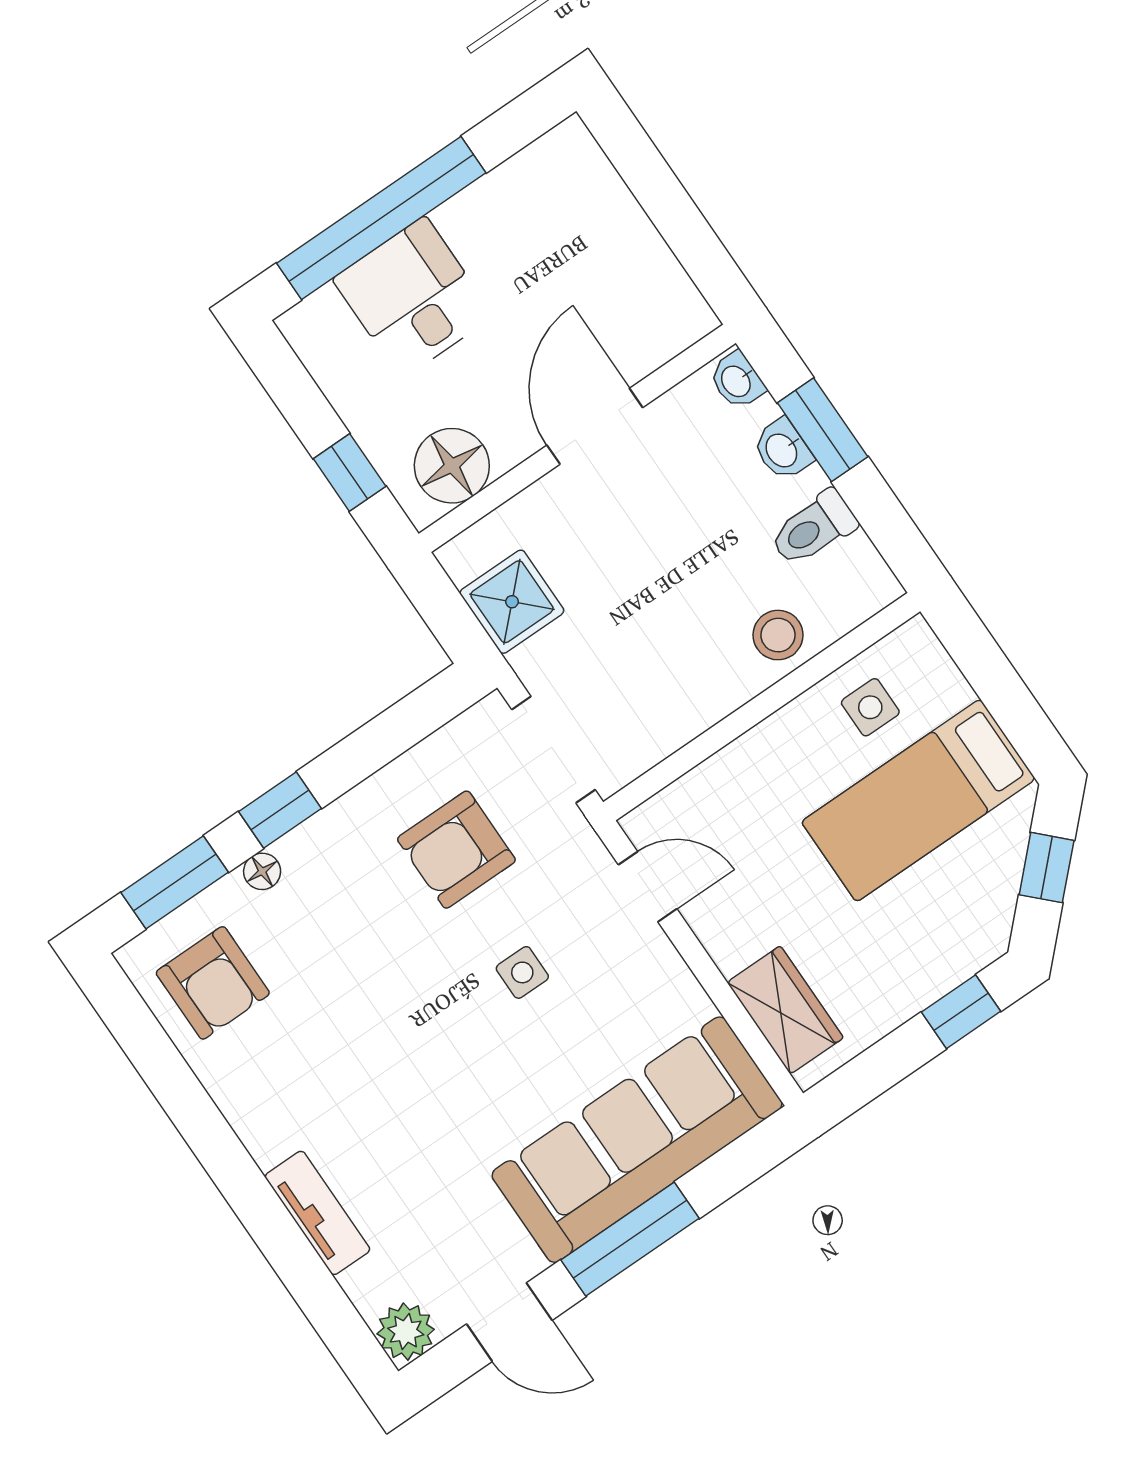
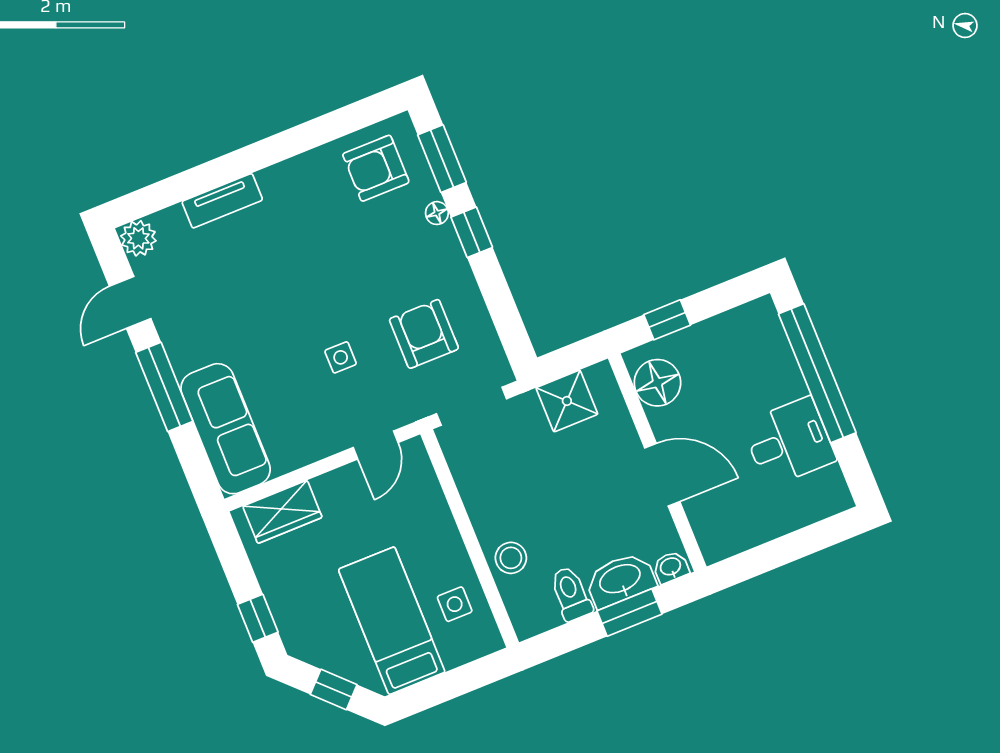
desk: (413, 298) -> (789, 442), moved
washbasin: (782, 450) -> (620, 580), width x1.91, depth x1.45
sofa: (637, 1140) -> (226, 429), width x0.74, depth x0.79

